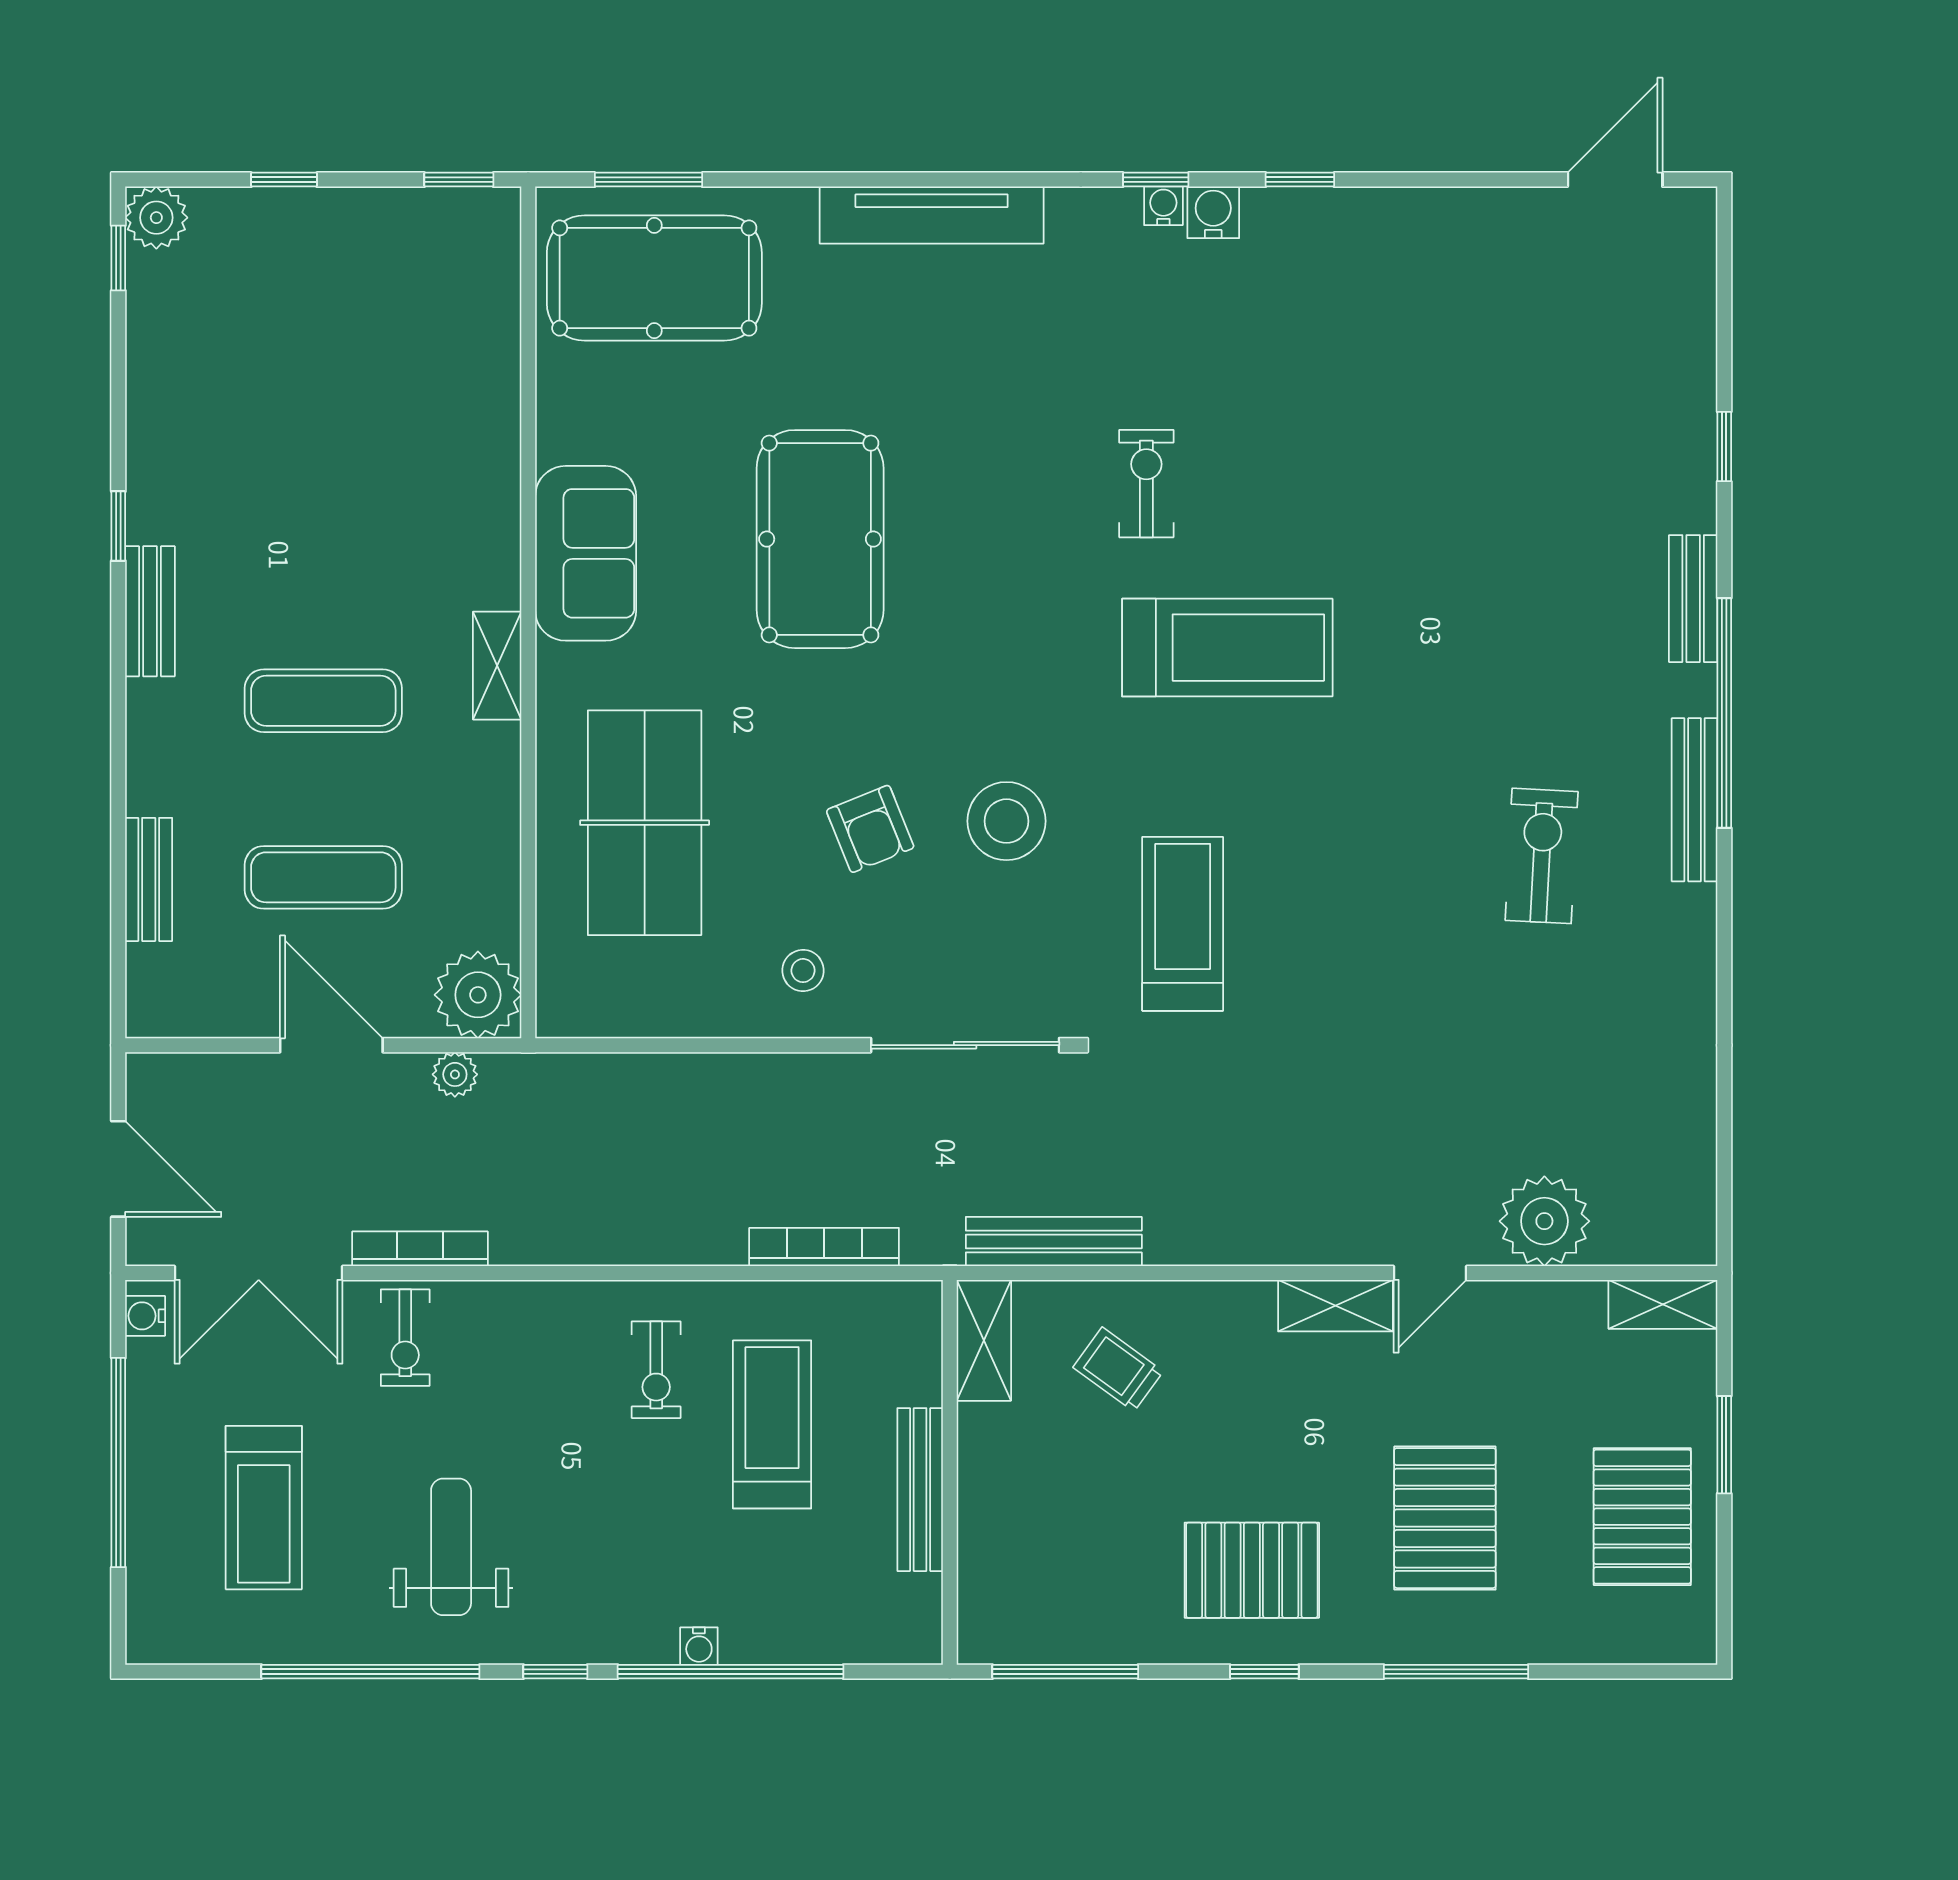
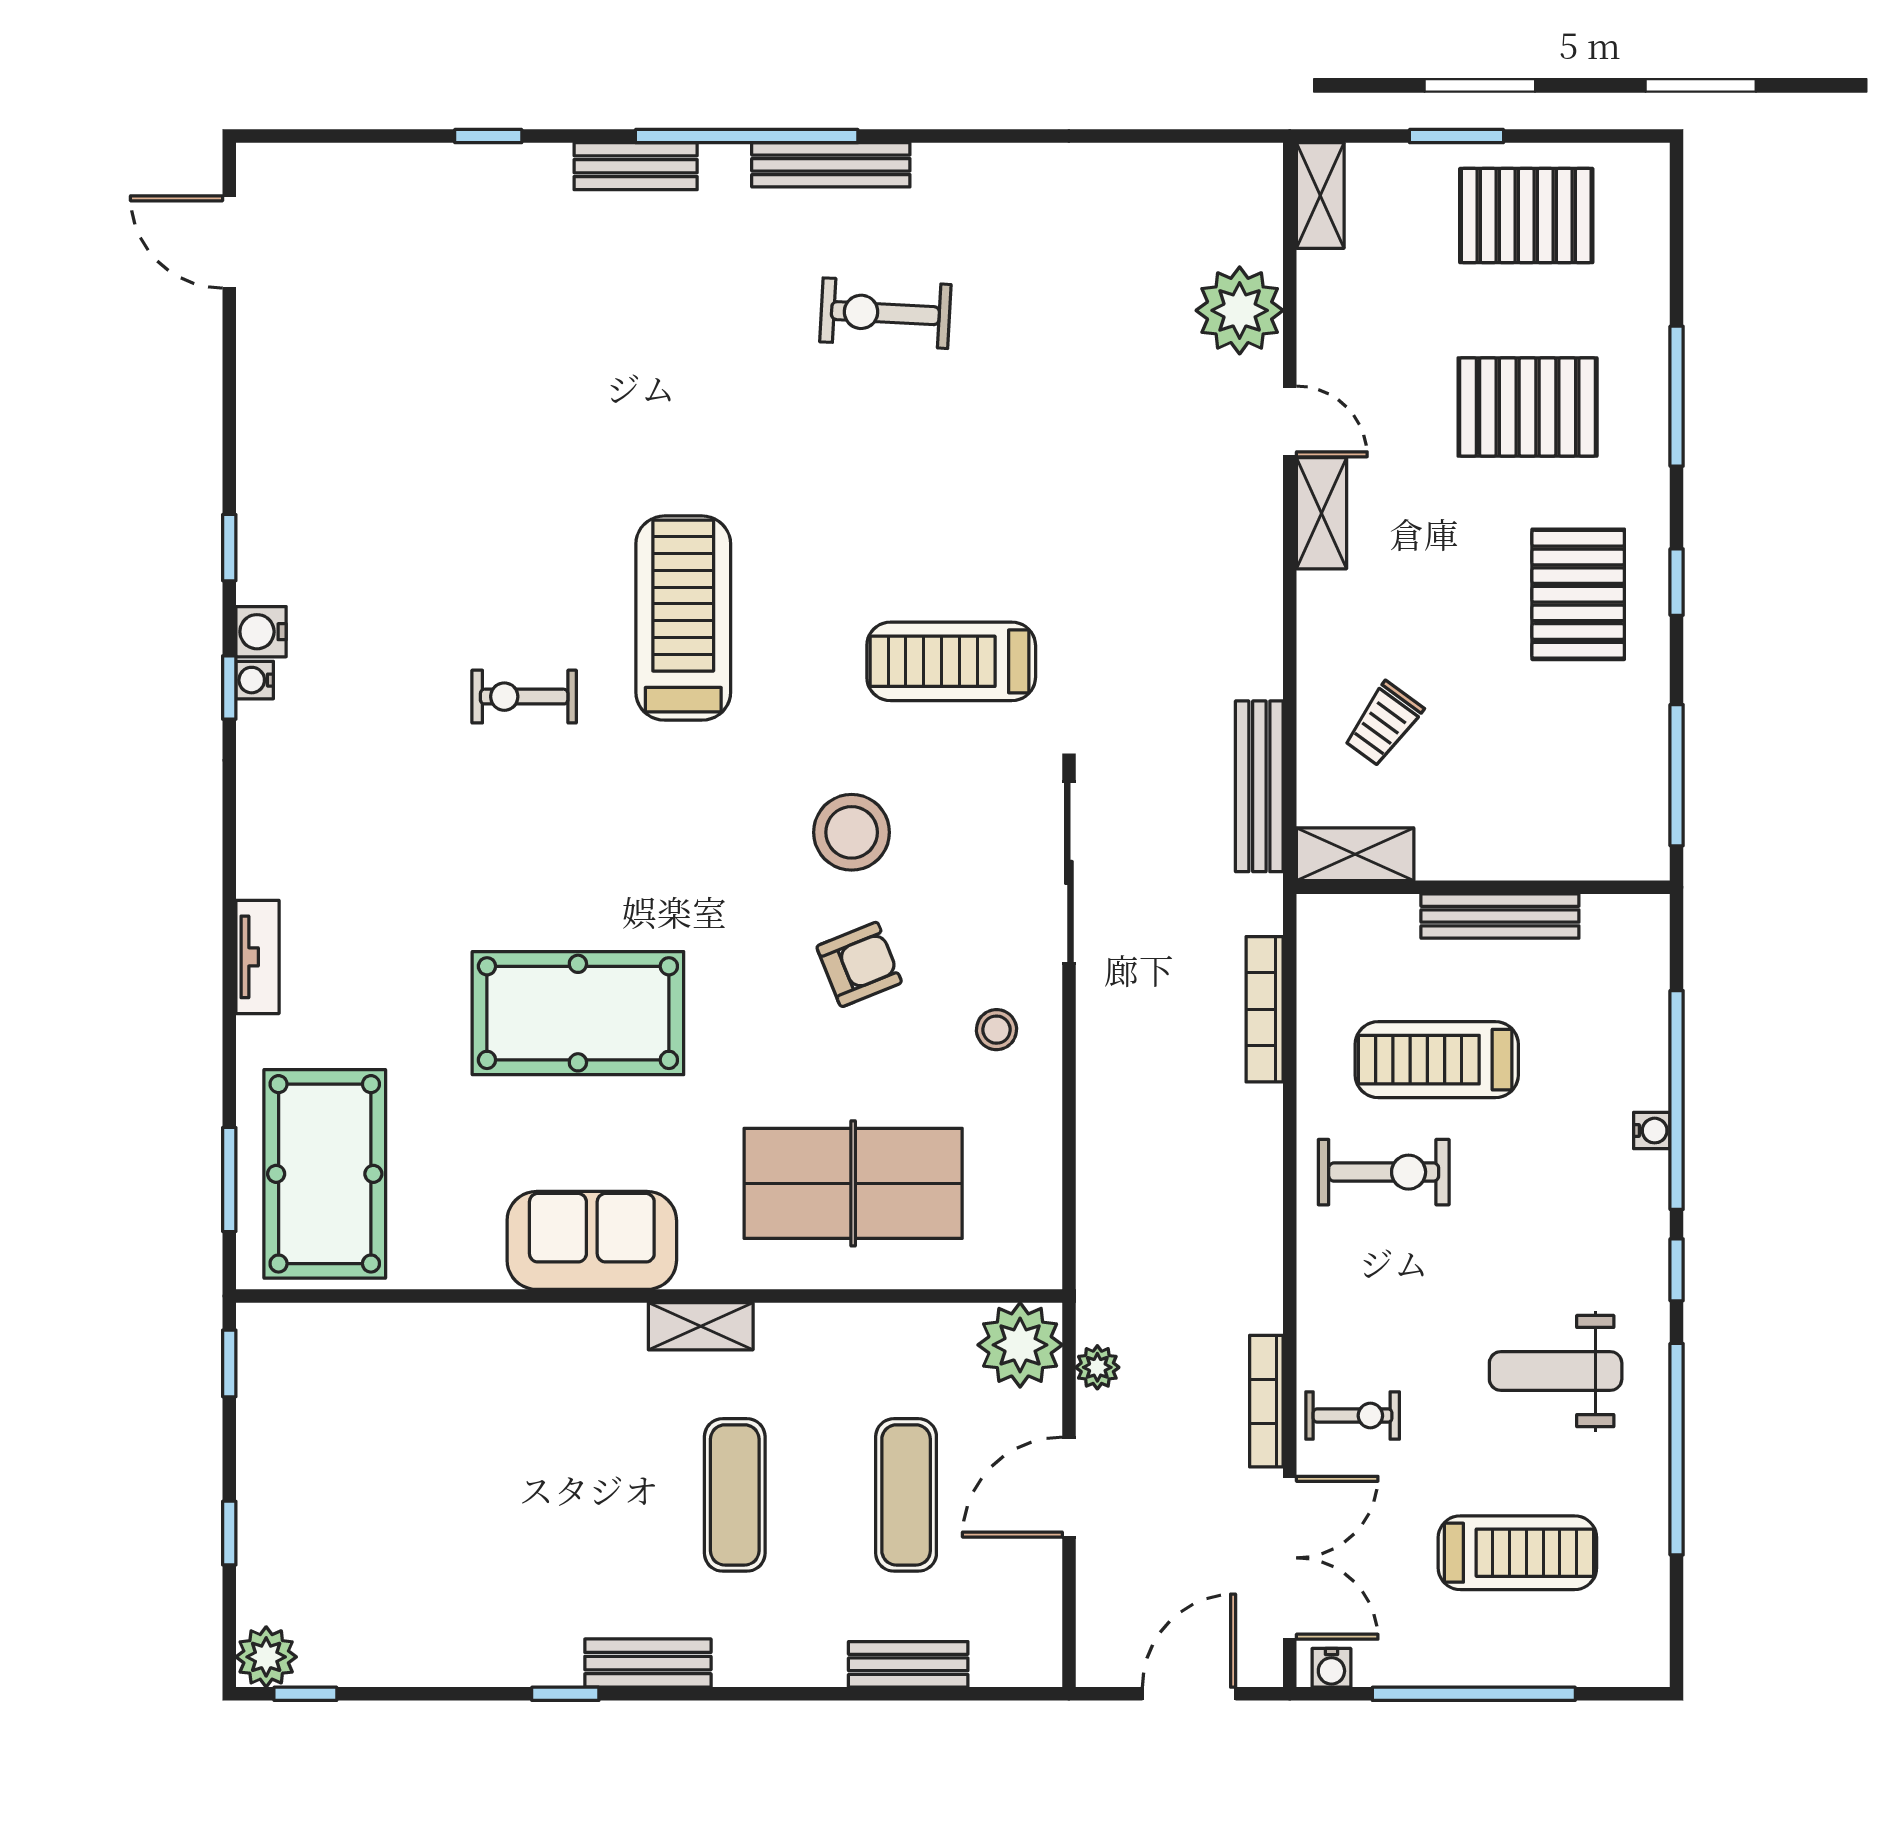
tv unit: (932, 215) -> (257, 957), width x0.52, depth x0.78
exercise bike: (656, 1370) -> (1384, 1172), width x1.38, depth x1.39

